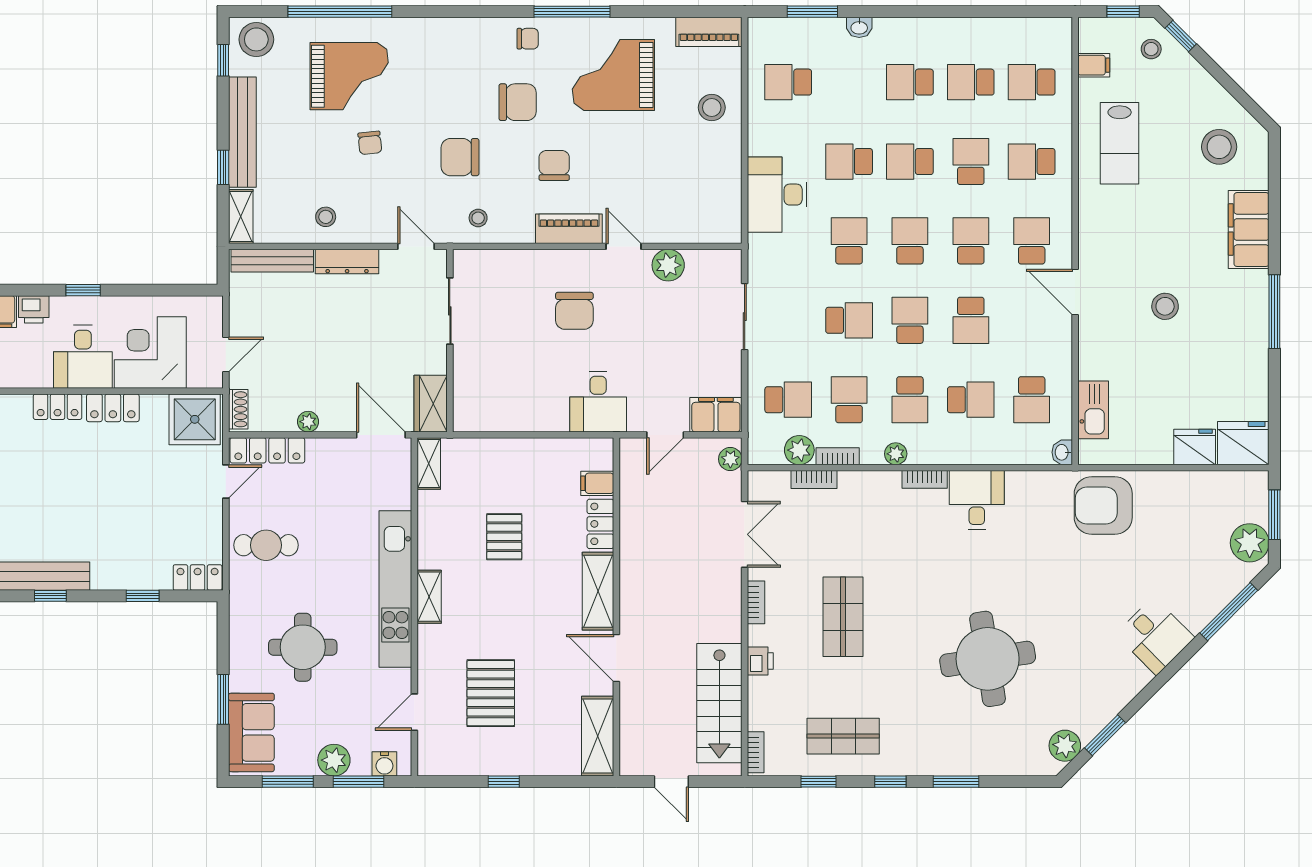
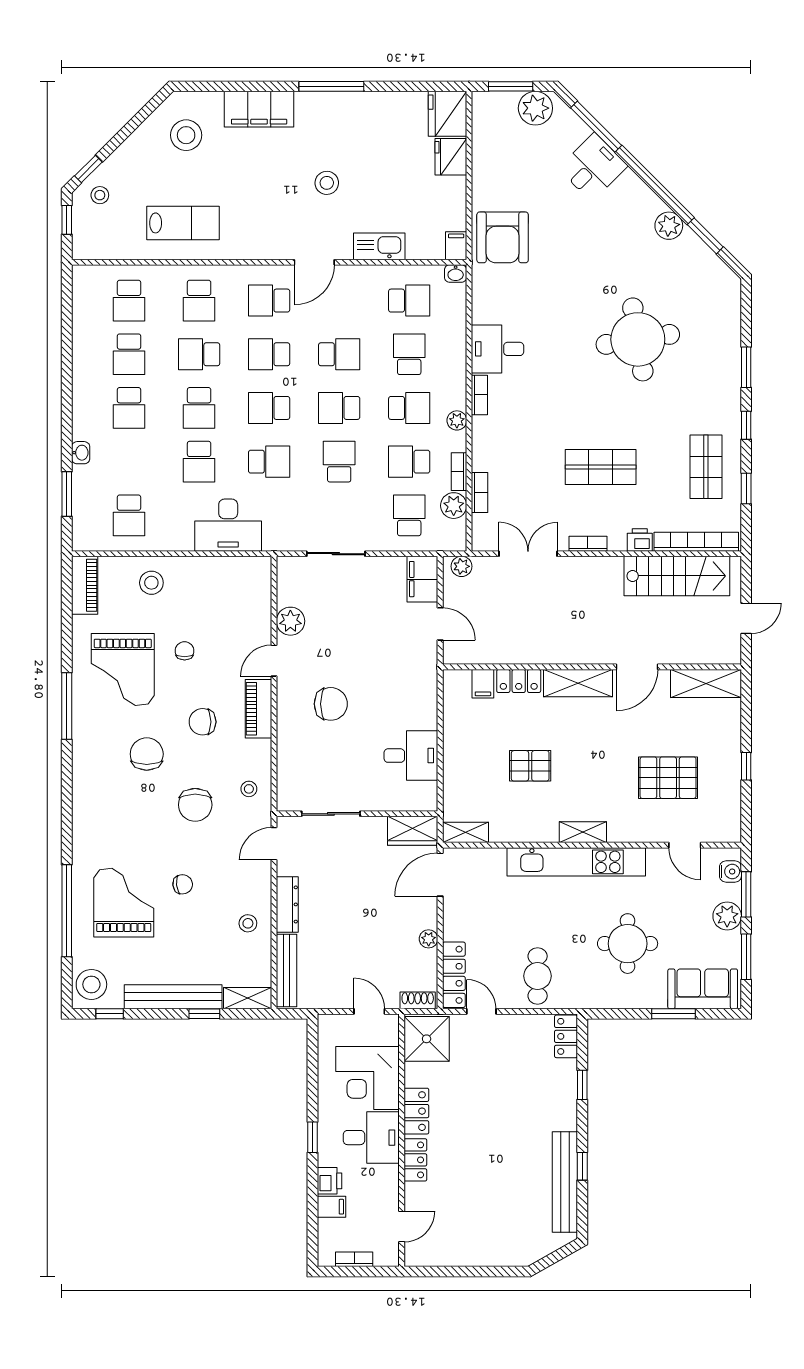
chair: (528, 39) -> (185, 651), moved
filing cabinet: (1094, 65) -> (456, 246), moved
school desk: (849, 241) -> (269, 462), turned 180
desk: (598, 402) -> (411, 756), moved
kitchen sink: (1093, 410) -> (379, 246), moved
desk: (1155, 636) -> (593, 167), moved
plant: (1065, 746) -> (669, 226), moved
bookcase: (756, 752) -> (696, 542), width x2.31, depth x1.31

